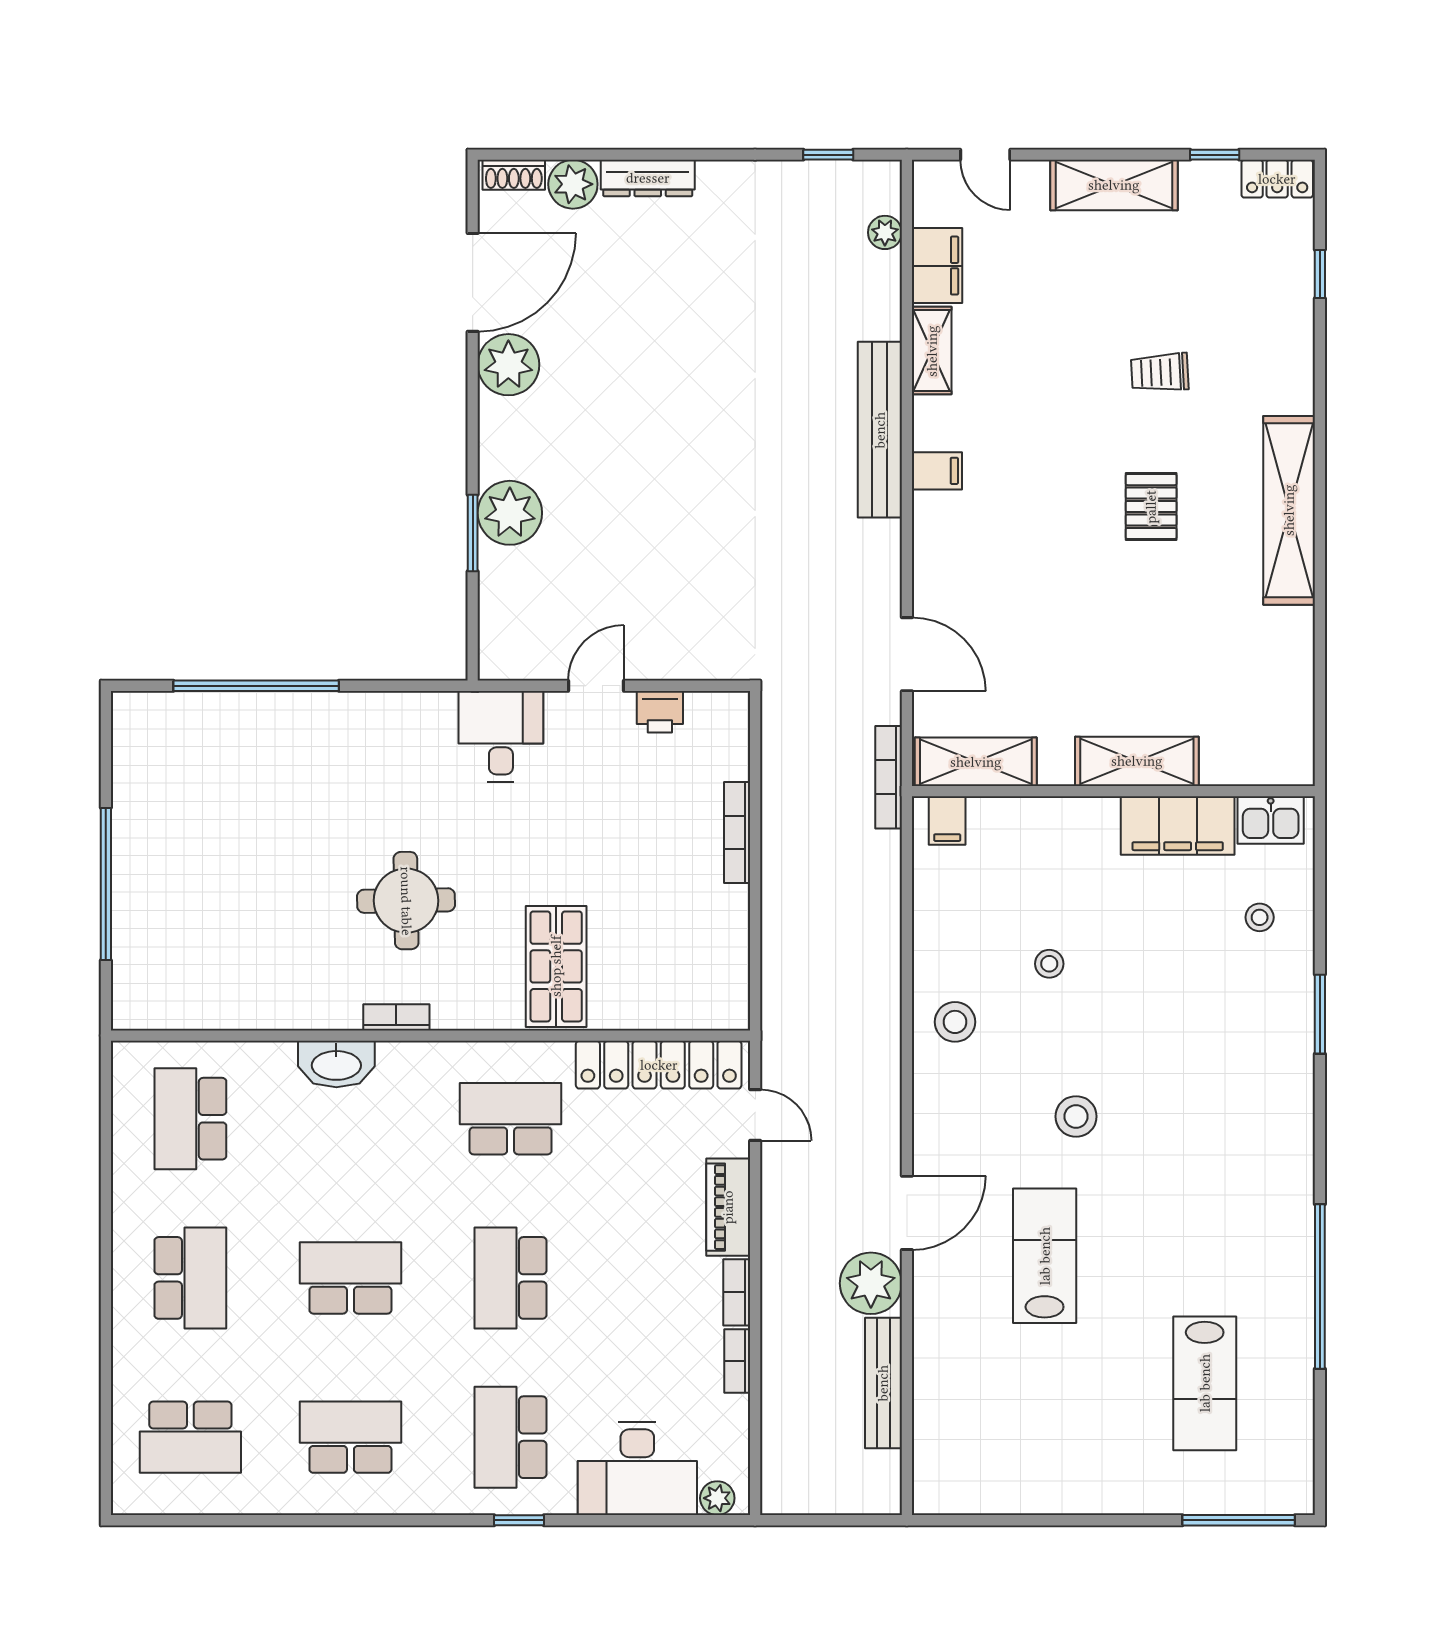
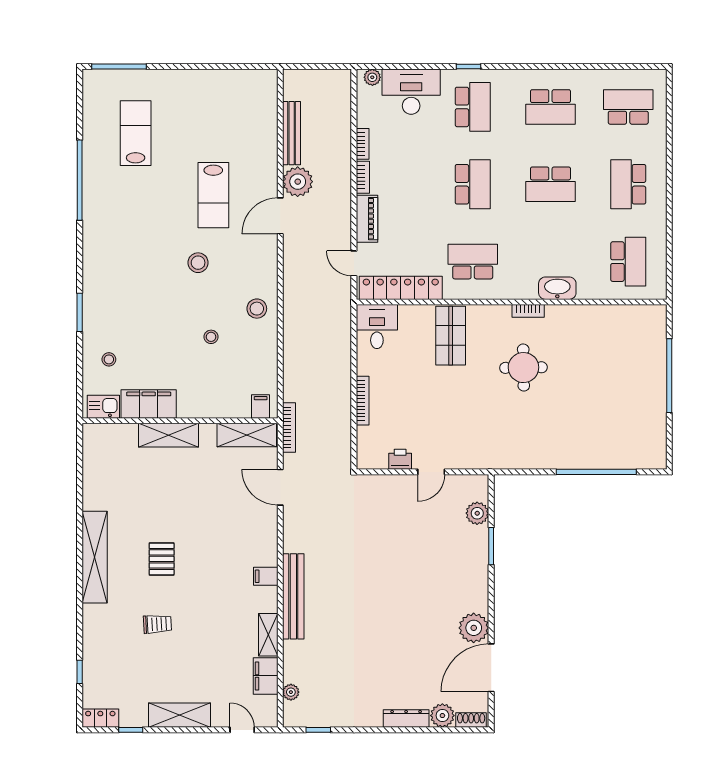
plant: (510, 513) -> (477, 513), moved, width x0.73, depth x0.73
desk: (501, 736) -> (377, 327), moved, turned 180
school desk: (511, 1119) -> (473, 262), turned 180

